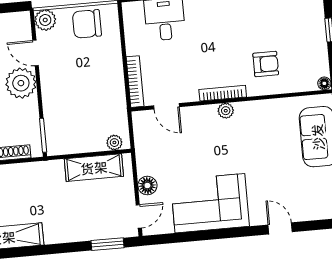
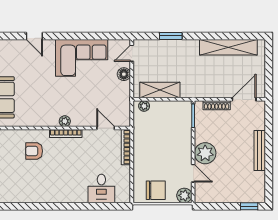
window: (108, 244) -> (171, 36), moved

